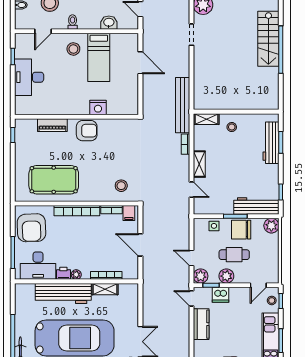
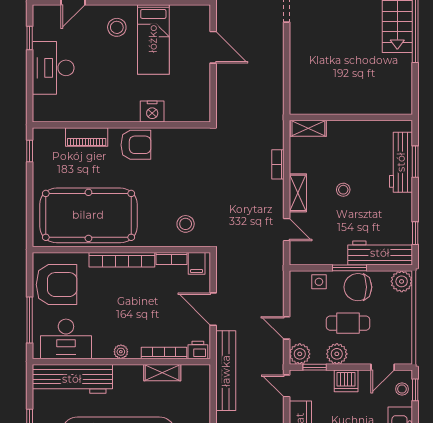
bench: (183, 105) -> (226, 371), moved
stool: (232, 127) -> (343, 190), moved
pool table: (54, 180) -> (88, 215), width x1.36, depth x1.32
armchair: (31, 228) -> (56, 285), turned -88
printer: (63, 273) -> (198, 350), moved
workbench: (63, 293) -> (72, 379), moved
dishwasher: (220, 295) -> (346, 381), moved

